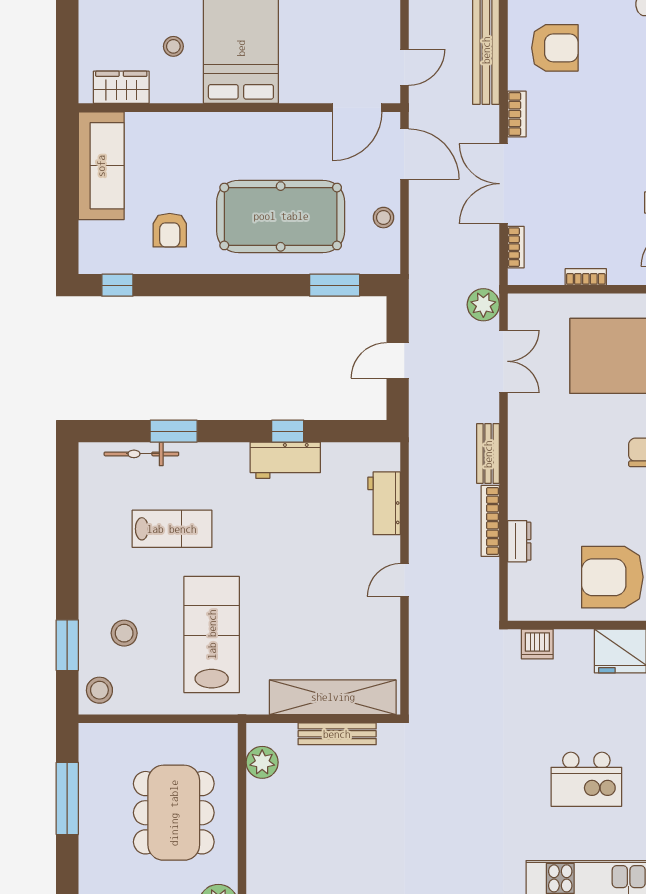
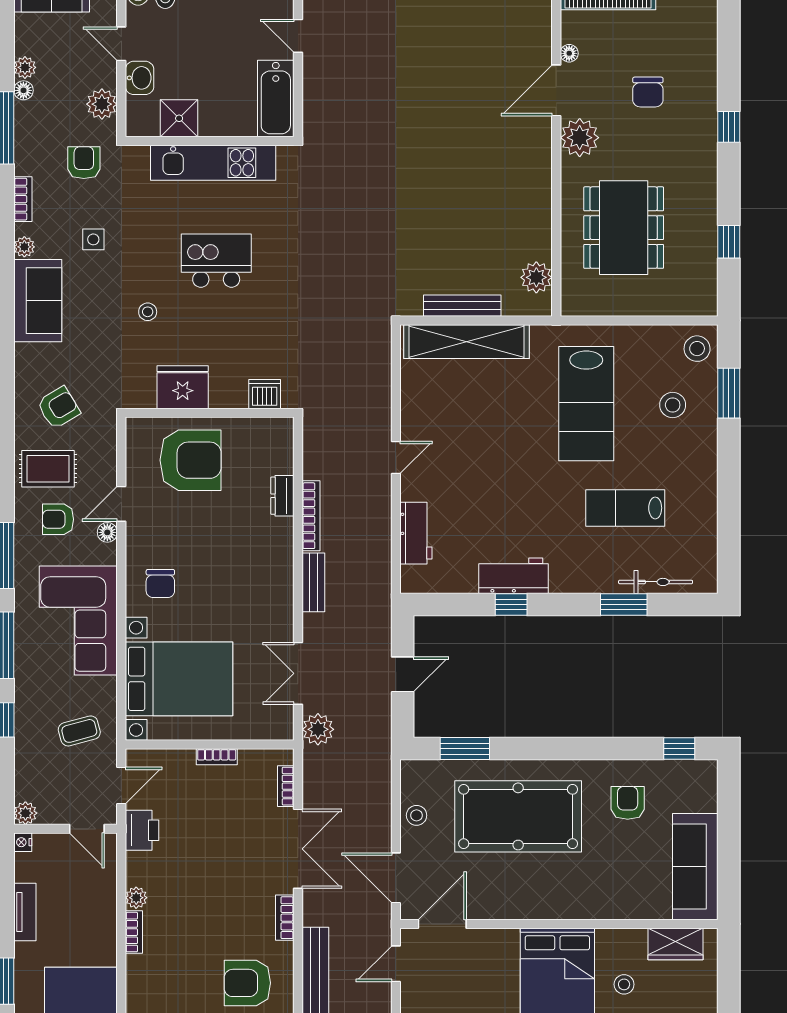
window: (67, 798) -> (729, 242), width x0.46

